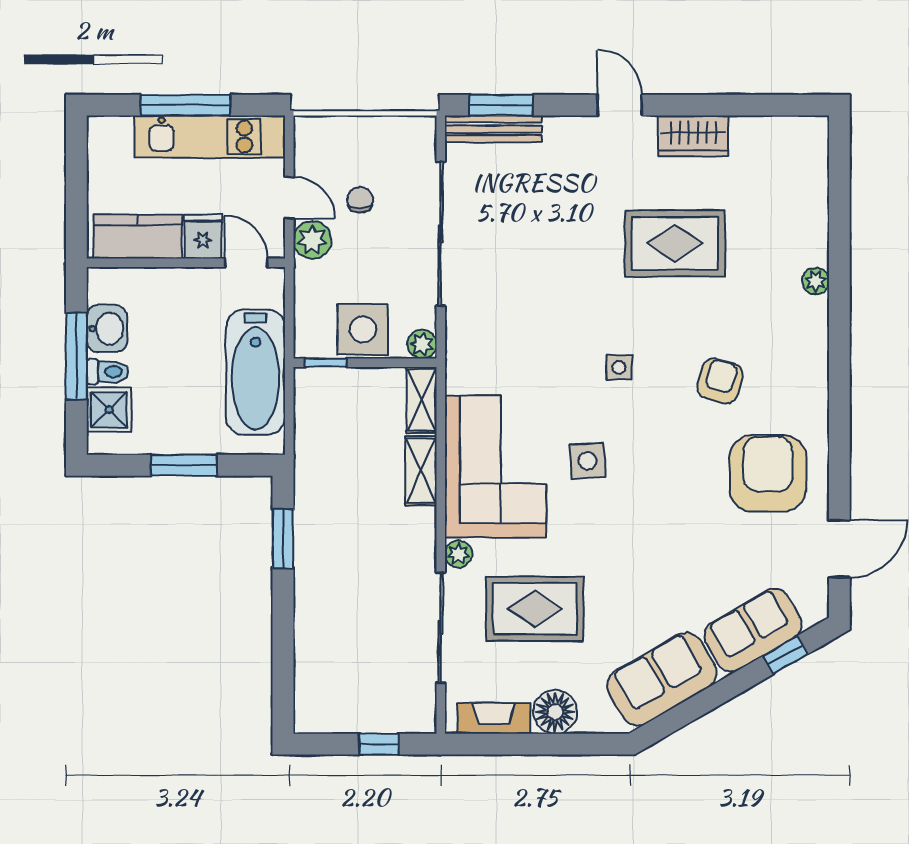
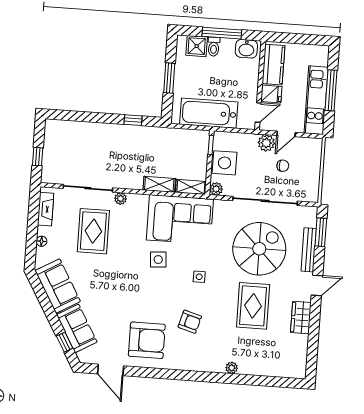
bench: (493, 129) -> (309, 250), moved
spiral stairs: (548, 239) -> (259, 249), added
washbasin: (107, 329) -> (246, 49), moved
corner sofa: (495, 467) -> (180, 220), moved
window: (283, 539) -> (133, 120), width x0.67
floor lamp: (555, 712) -> (41, 241), width x0.53, depth x0.53

